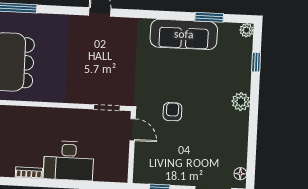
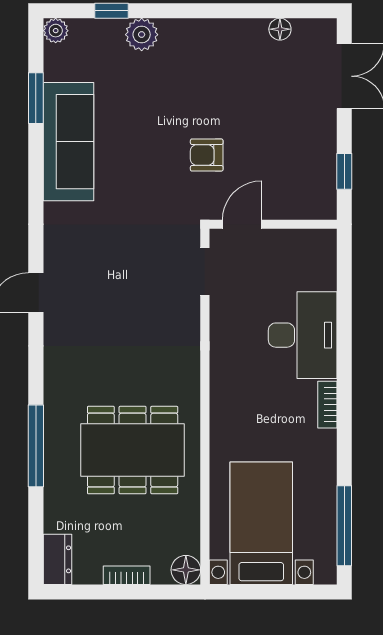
plant: (241, 102) -> (142, 35), moved
floor lamp: (240, 174) -> (280, 29), moved

